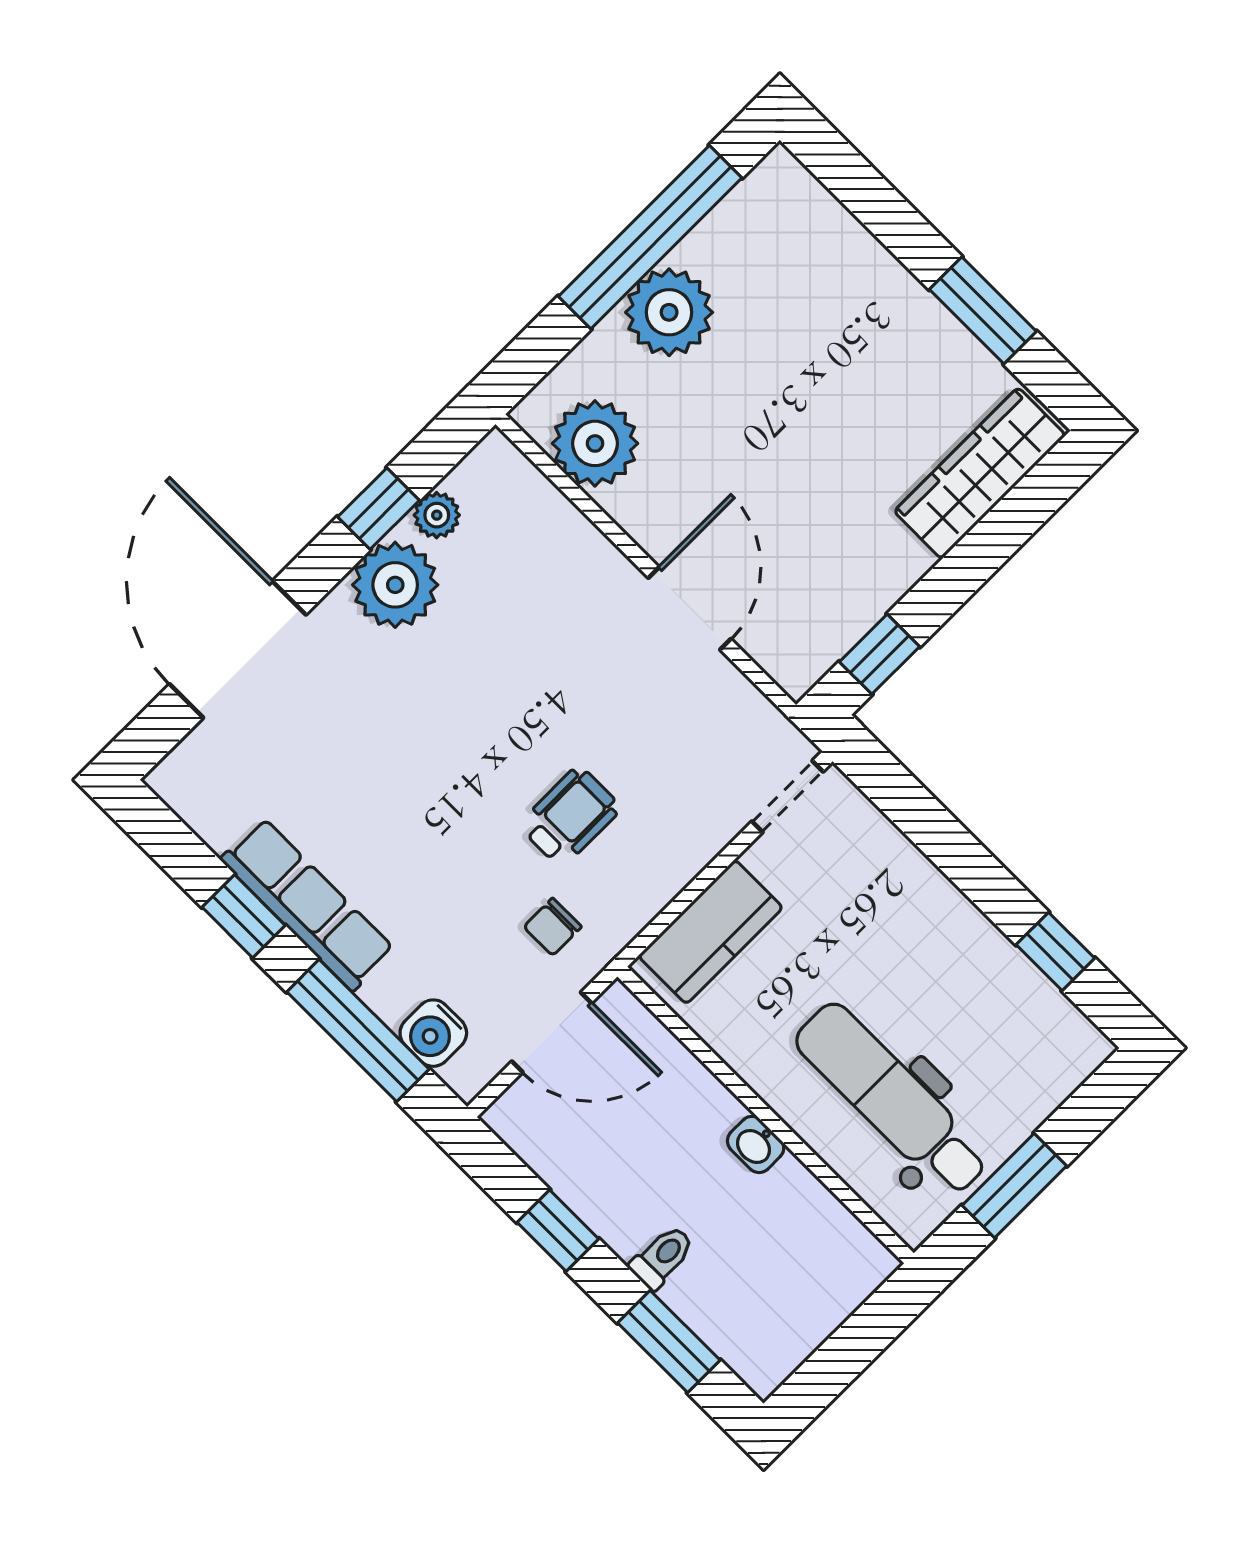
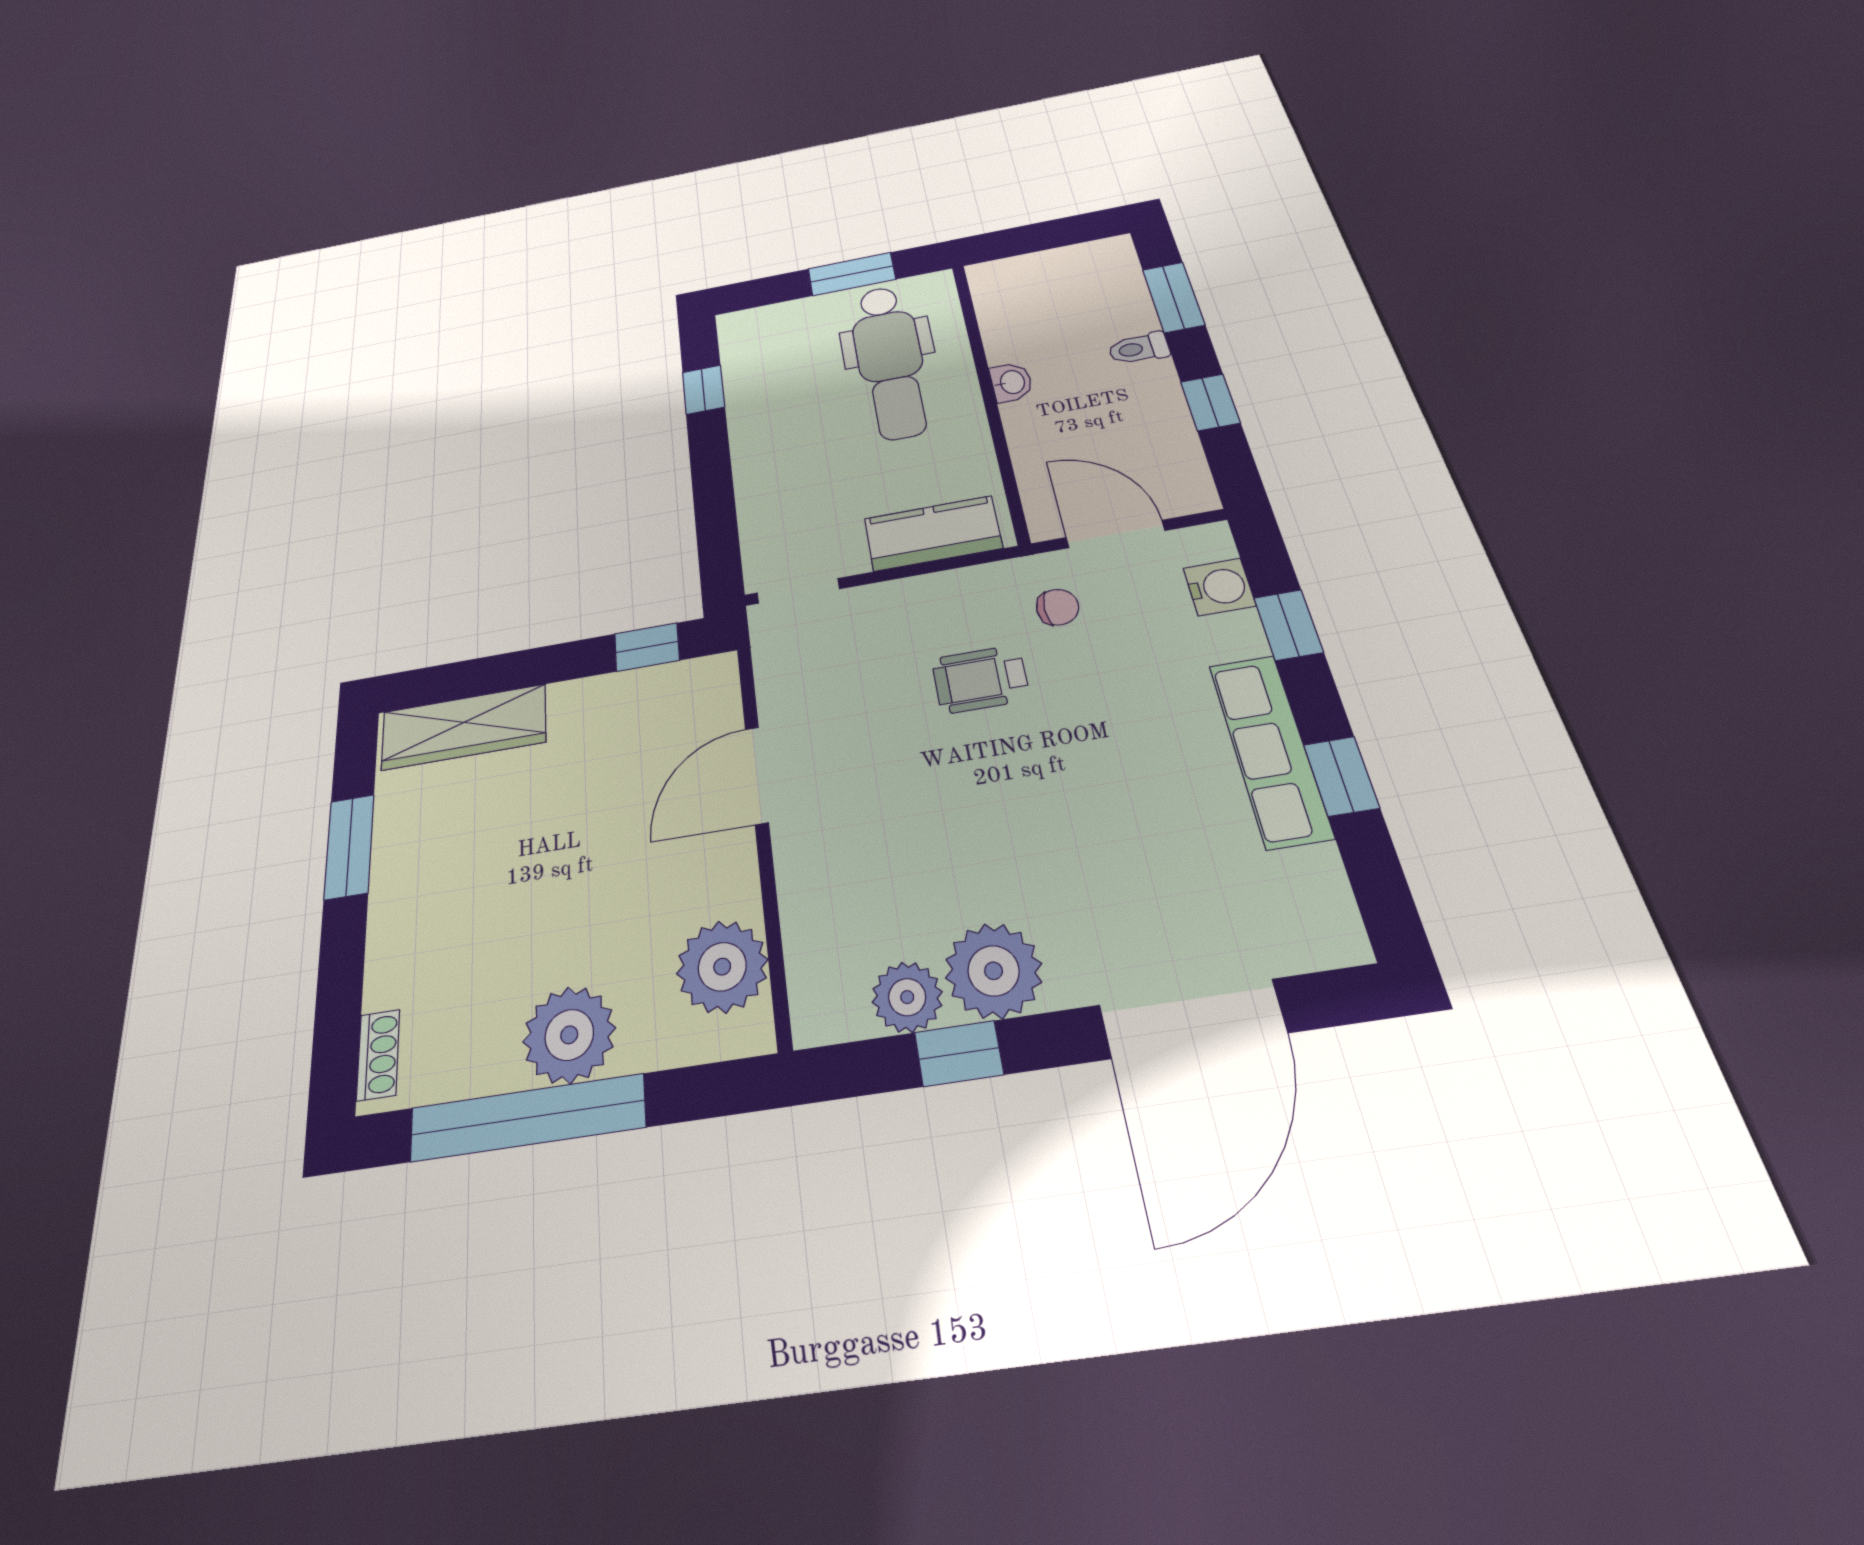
shoe rack: (803, 190) -> (378, 1055), added
plant: (437, 515) -> (907, 997), width x1.38, depth x1.38
window: (358, 1031) -> (1288, 625), width x0.46

